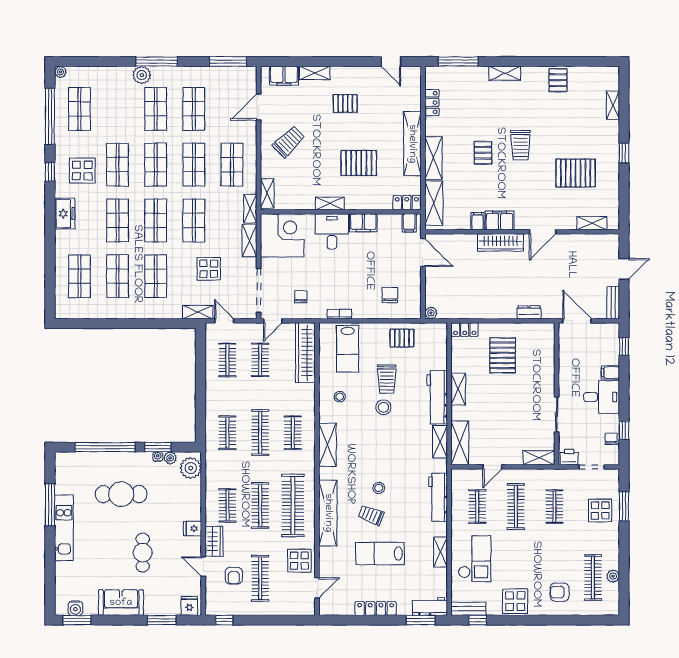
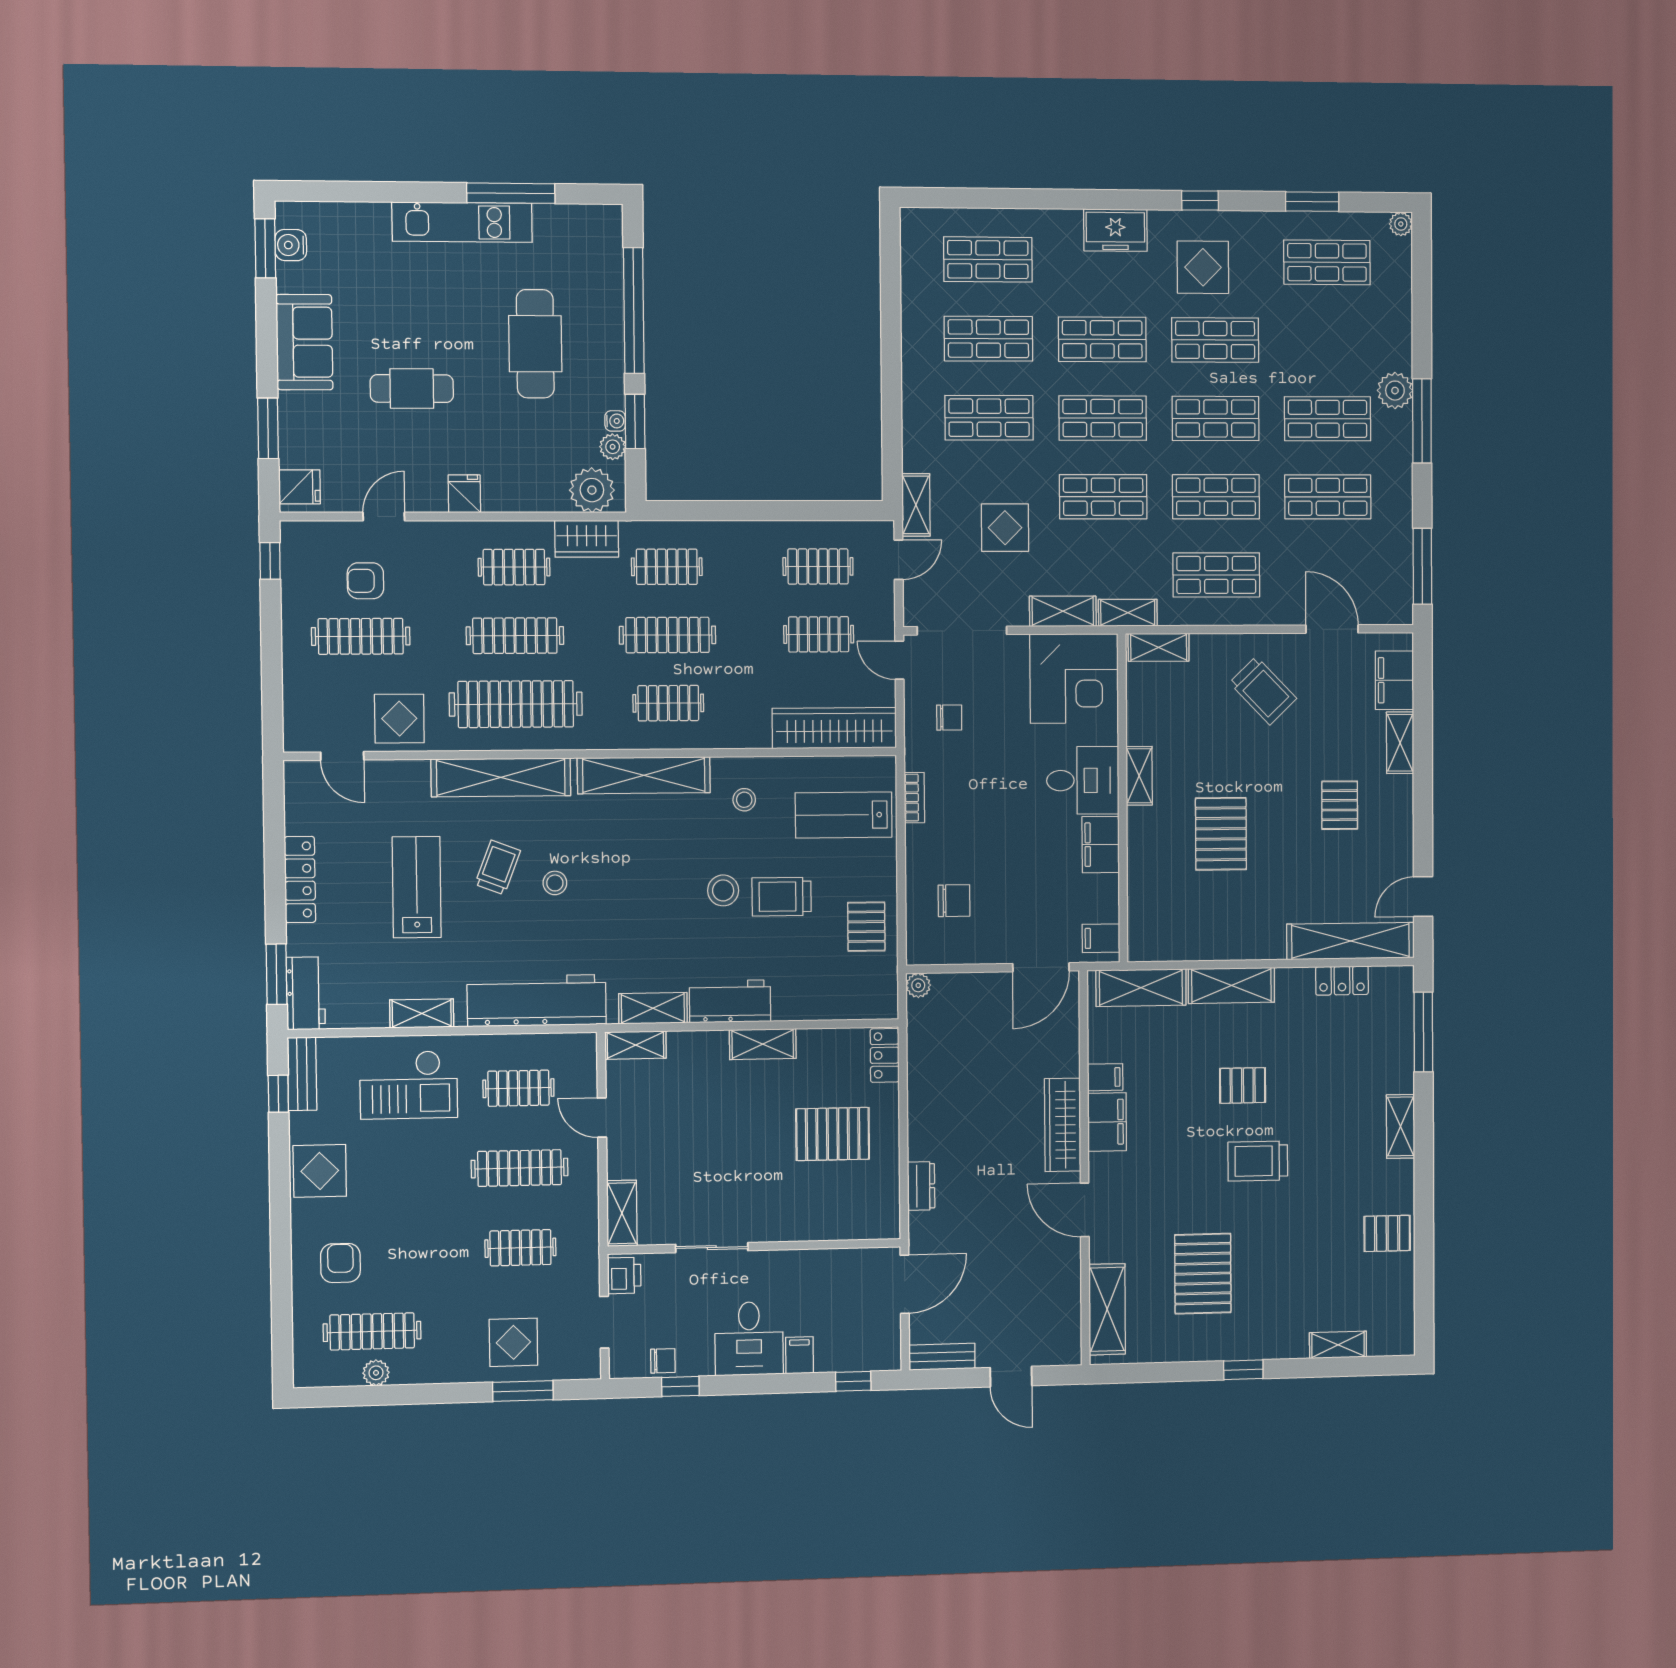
window: (50, 116) -> (1312, 202), width x0.47
shelving: (412, 144) -> (1351, 941), moved
locker: (407, 203) -> (1142, 933), removed
shelving: (592, 223) -> (1107, 1309), width x1.50, depth x1.33
workbench: (437, 397) -> (730, 1001), width x0.73
shelving: (460, 443) -> (635, 1045), width x0.67, depth x0.75
shelving: (327, 445) -> (644, 775), width x1.47
workbench: (438, 497) -> (537, 1001), width x1.36, depth x1.32
wardrobe: (214, 541) -> (587, 539), moved

